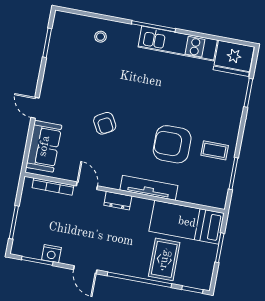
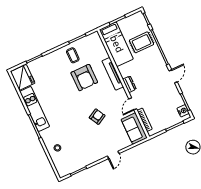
sofa: (44, 146) -> (134, 129), moved, turned -90
nightstand: (51, 254) -> (183, 111), moved

